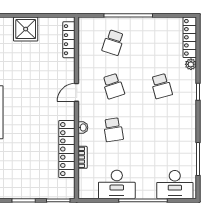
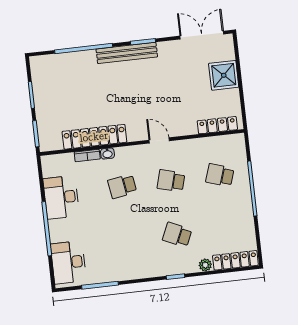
school desk: (113, 86) -> (171, 181), turned 33
school desk: (161, 86) -> (177, 235), turned 39
washbasin: (83, 127) -> (107, 153), moved

